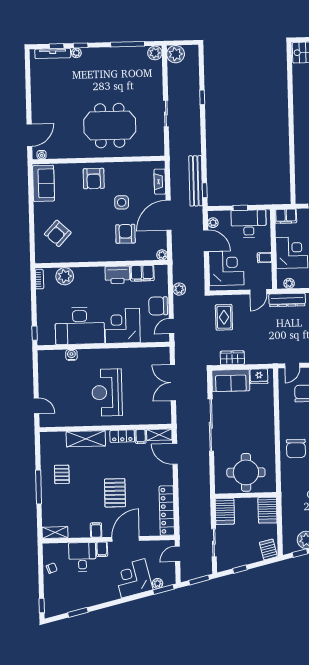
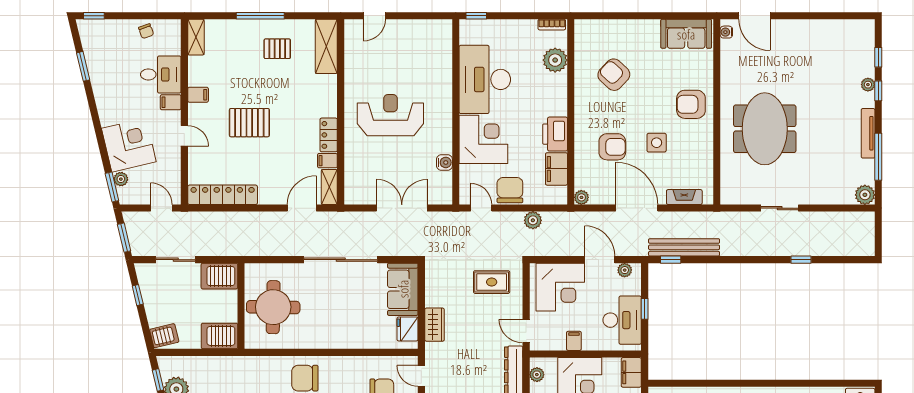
tv unit: (53, 53) -> (868, 133), moved
plant: (176, 54) -> (862, 224), removed
armchair: (58, 233) -> (614, 75), moved
door: (206, 241) -> (600, 260), swing flipped
water cooler: (71, 355) -> (444, 162), moved
wardrobe: (232, 358) -> (434, 325), moved
shelving: (86, 439) -> (326, 46), moved
door: (126, 539) -> (184, 136), width x0.53

